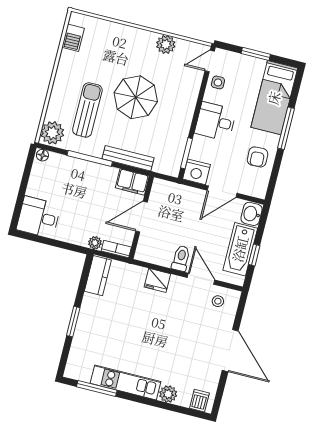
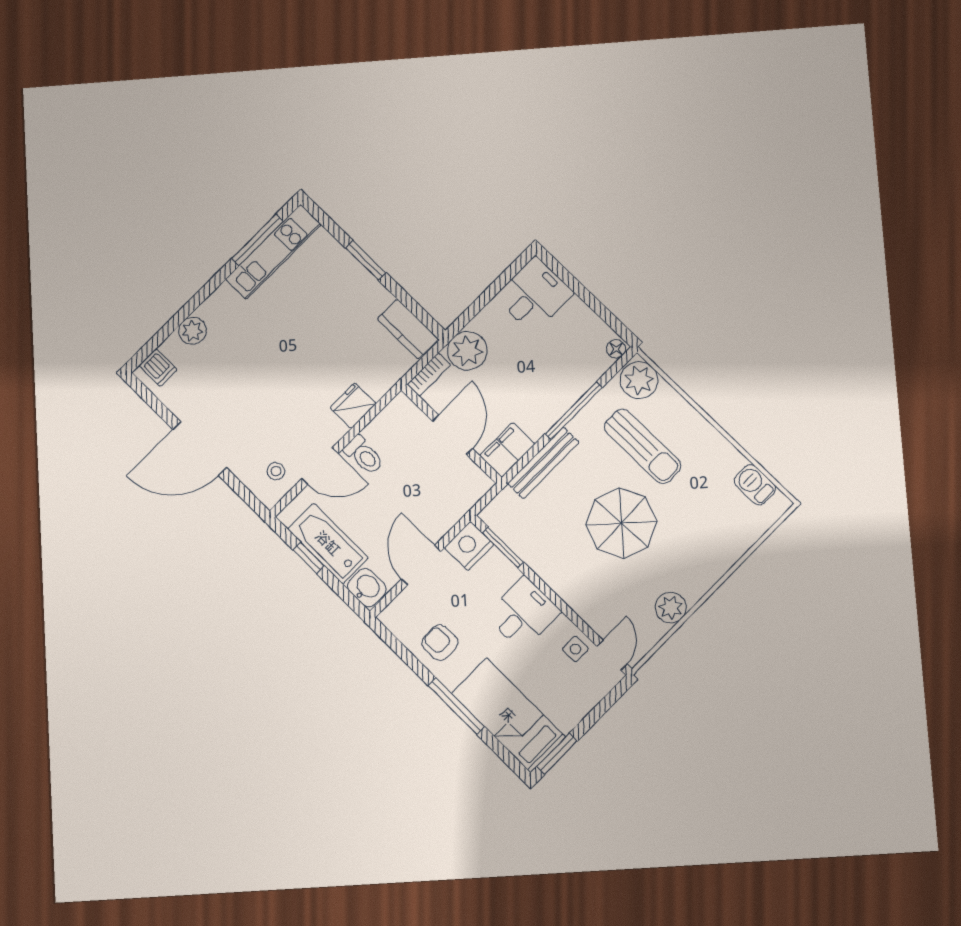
window: (256, 54) -> (557, 754), moved
plant: (95, 243) -> (467, 351), width x1.88, depth x1.88
kitchen unit: (125, 382) -> (273, 252), moved

